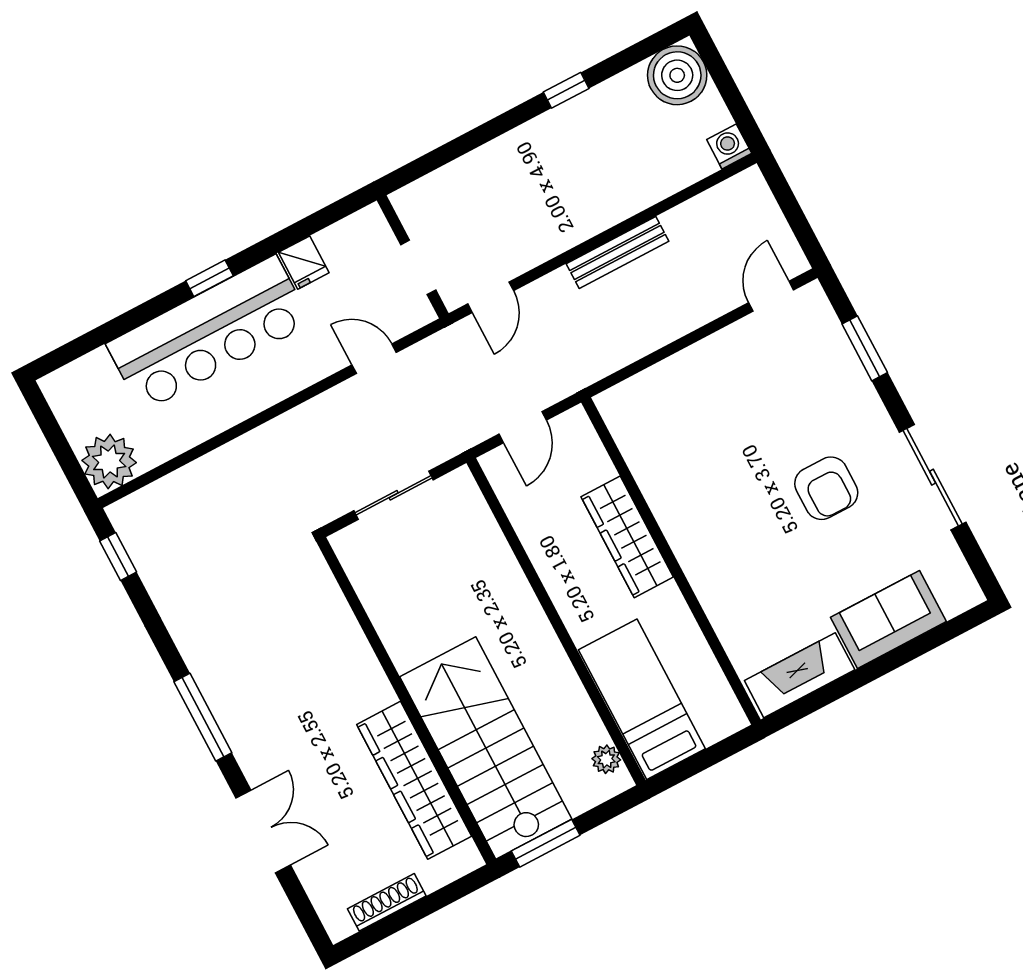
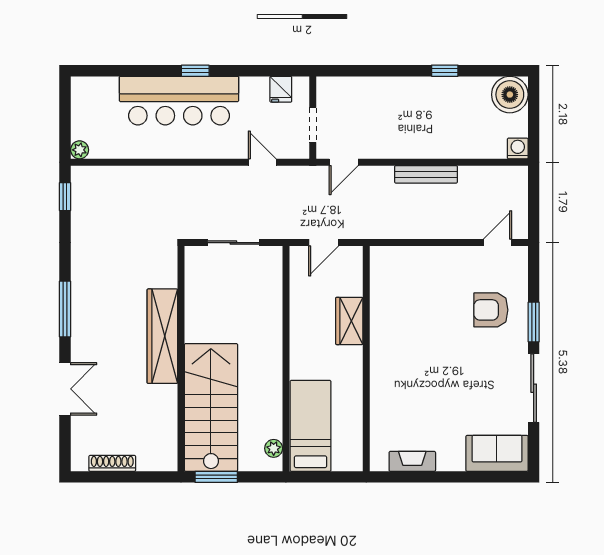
fridge: (304, 263) -> (281, 89), moved
window: (865, 348) -> (534, 322), moved
plant: (109, 461) -> (80, 150), width x0.53, depth x0.53
armchair: (826, 488) -> (491, 310), moved, turned 90
wardrobe: (627, 537) -> (349, 321), width x0.67
sofa: (888, 619) -> (497, 453), moved
fireplace: (800, 675) -> (412, 461), width x0.73, depth x0.76
wardrobe: (414, 780) -> (162, 336), moved

